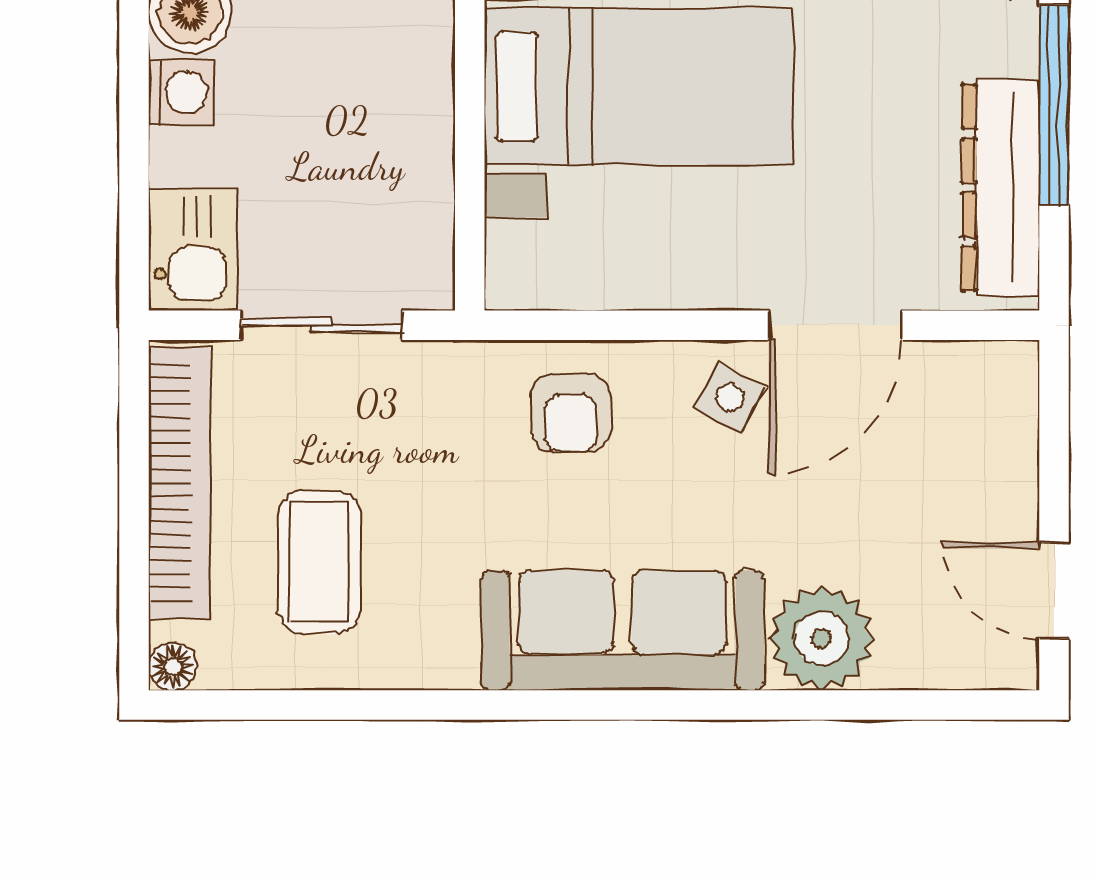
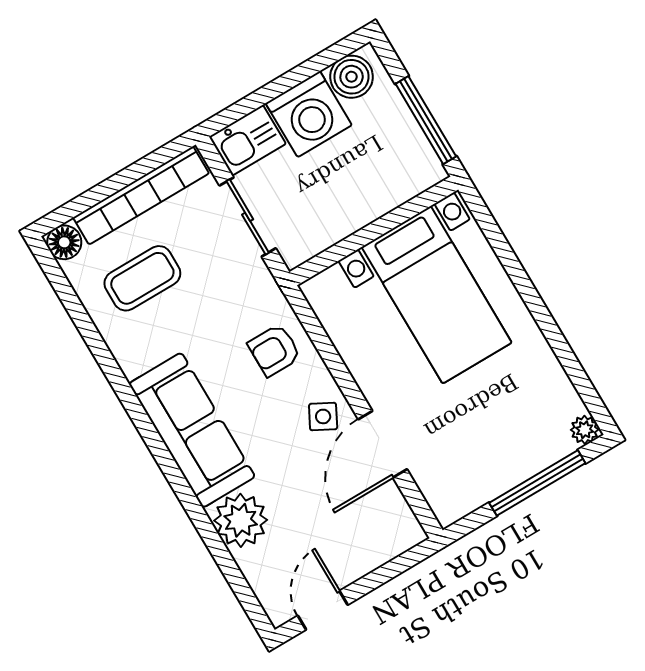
washing machine: (181, 92) -> (309, 114), width x1.89, depth x1.89
dresser: (1001, 188) -> (487, 481), removed
door: (835, 325) -> (383, 444), hinge flipped
floor lamp: (173, 666) -> (64, 242), width x1.37, depth x1.37

